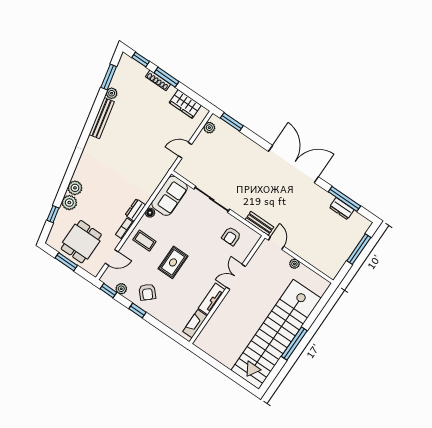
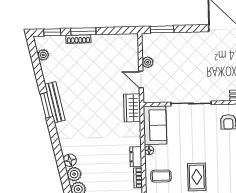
window: (109, 77) -> (46, 105), moved
plant: (112, 93) -> (43, 55), moved
wardrobe: (185, 104) -> (132, 108), moved, turned 90
plant: (209, 128) -> (148, 62), moved
door: (185, 150) -> (141, 80), hinge flipped
floor lamp: (80, 174) -> (70, 160), added

